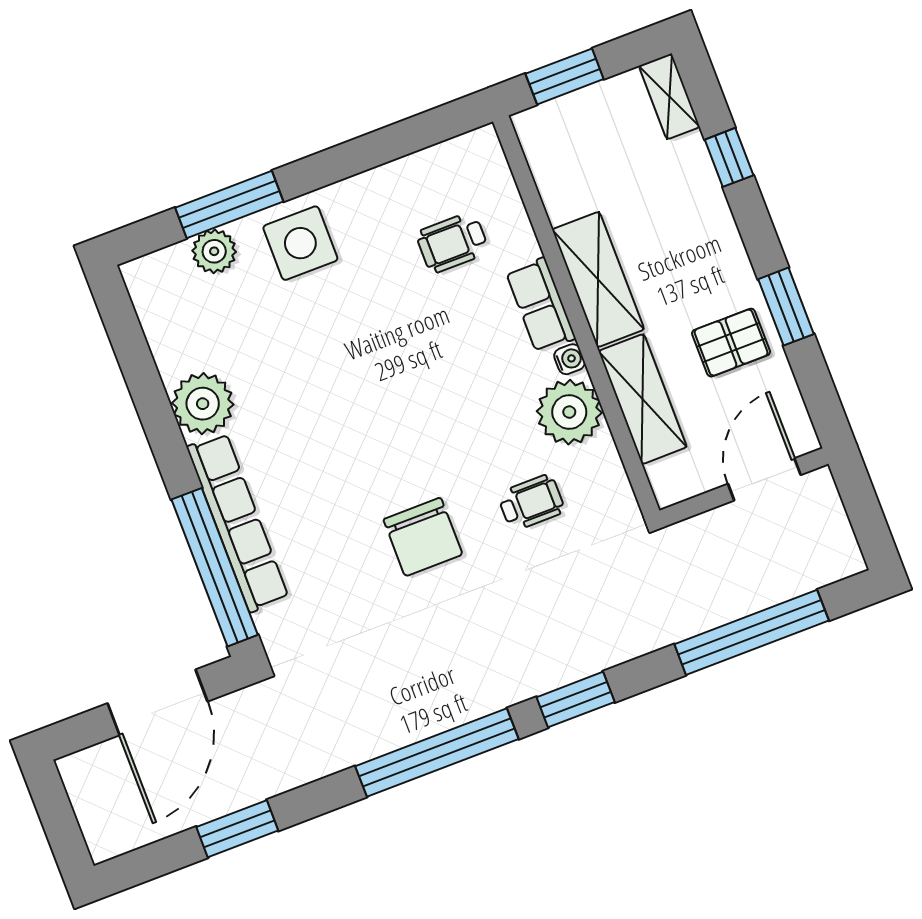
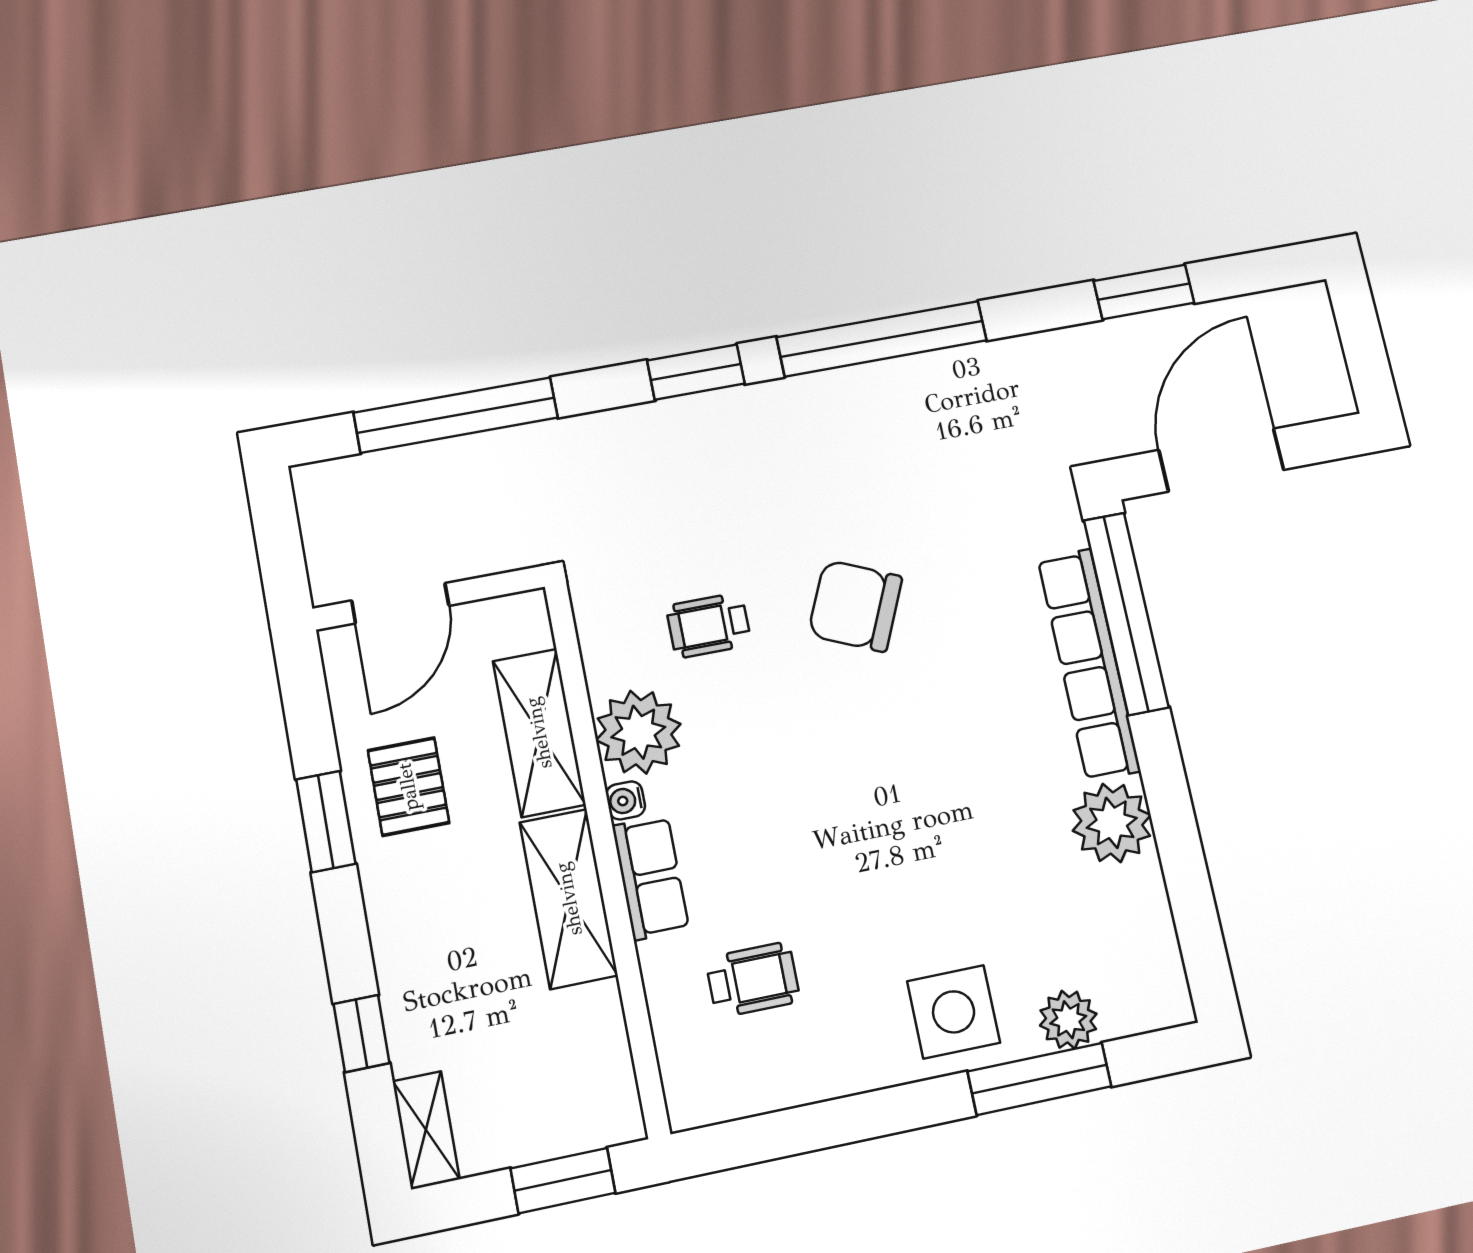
pallet: (731, 343) -> (408, 787), turned 90
chair: (423, 537) -> (855, 606), turned -66

